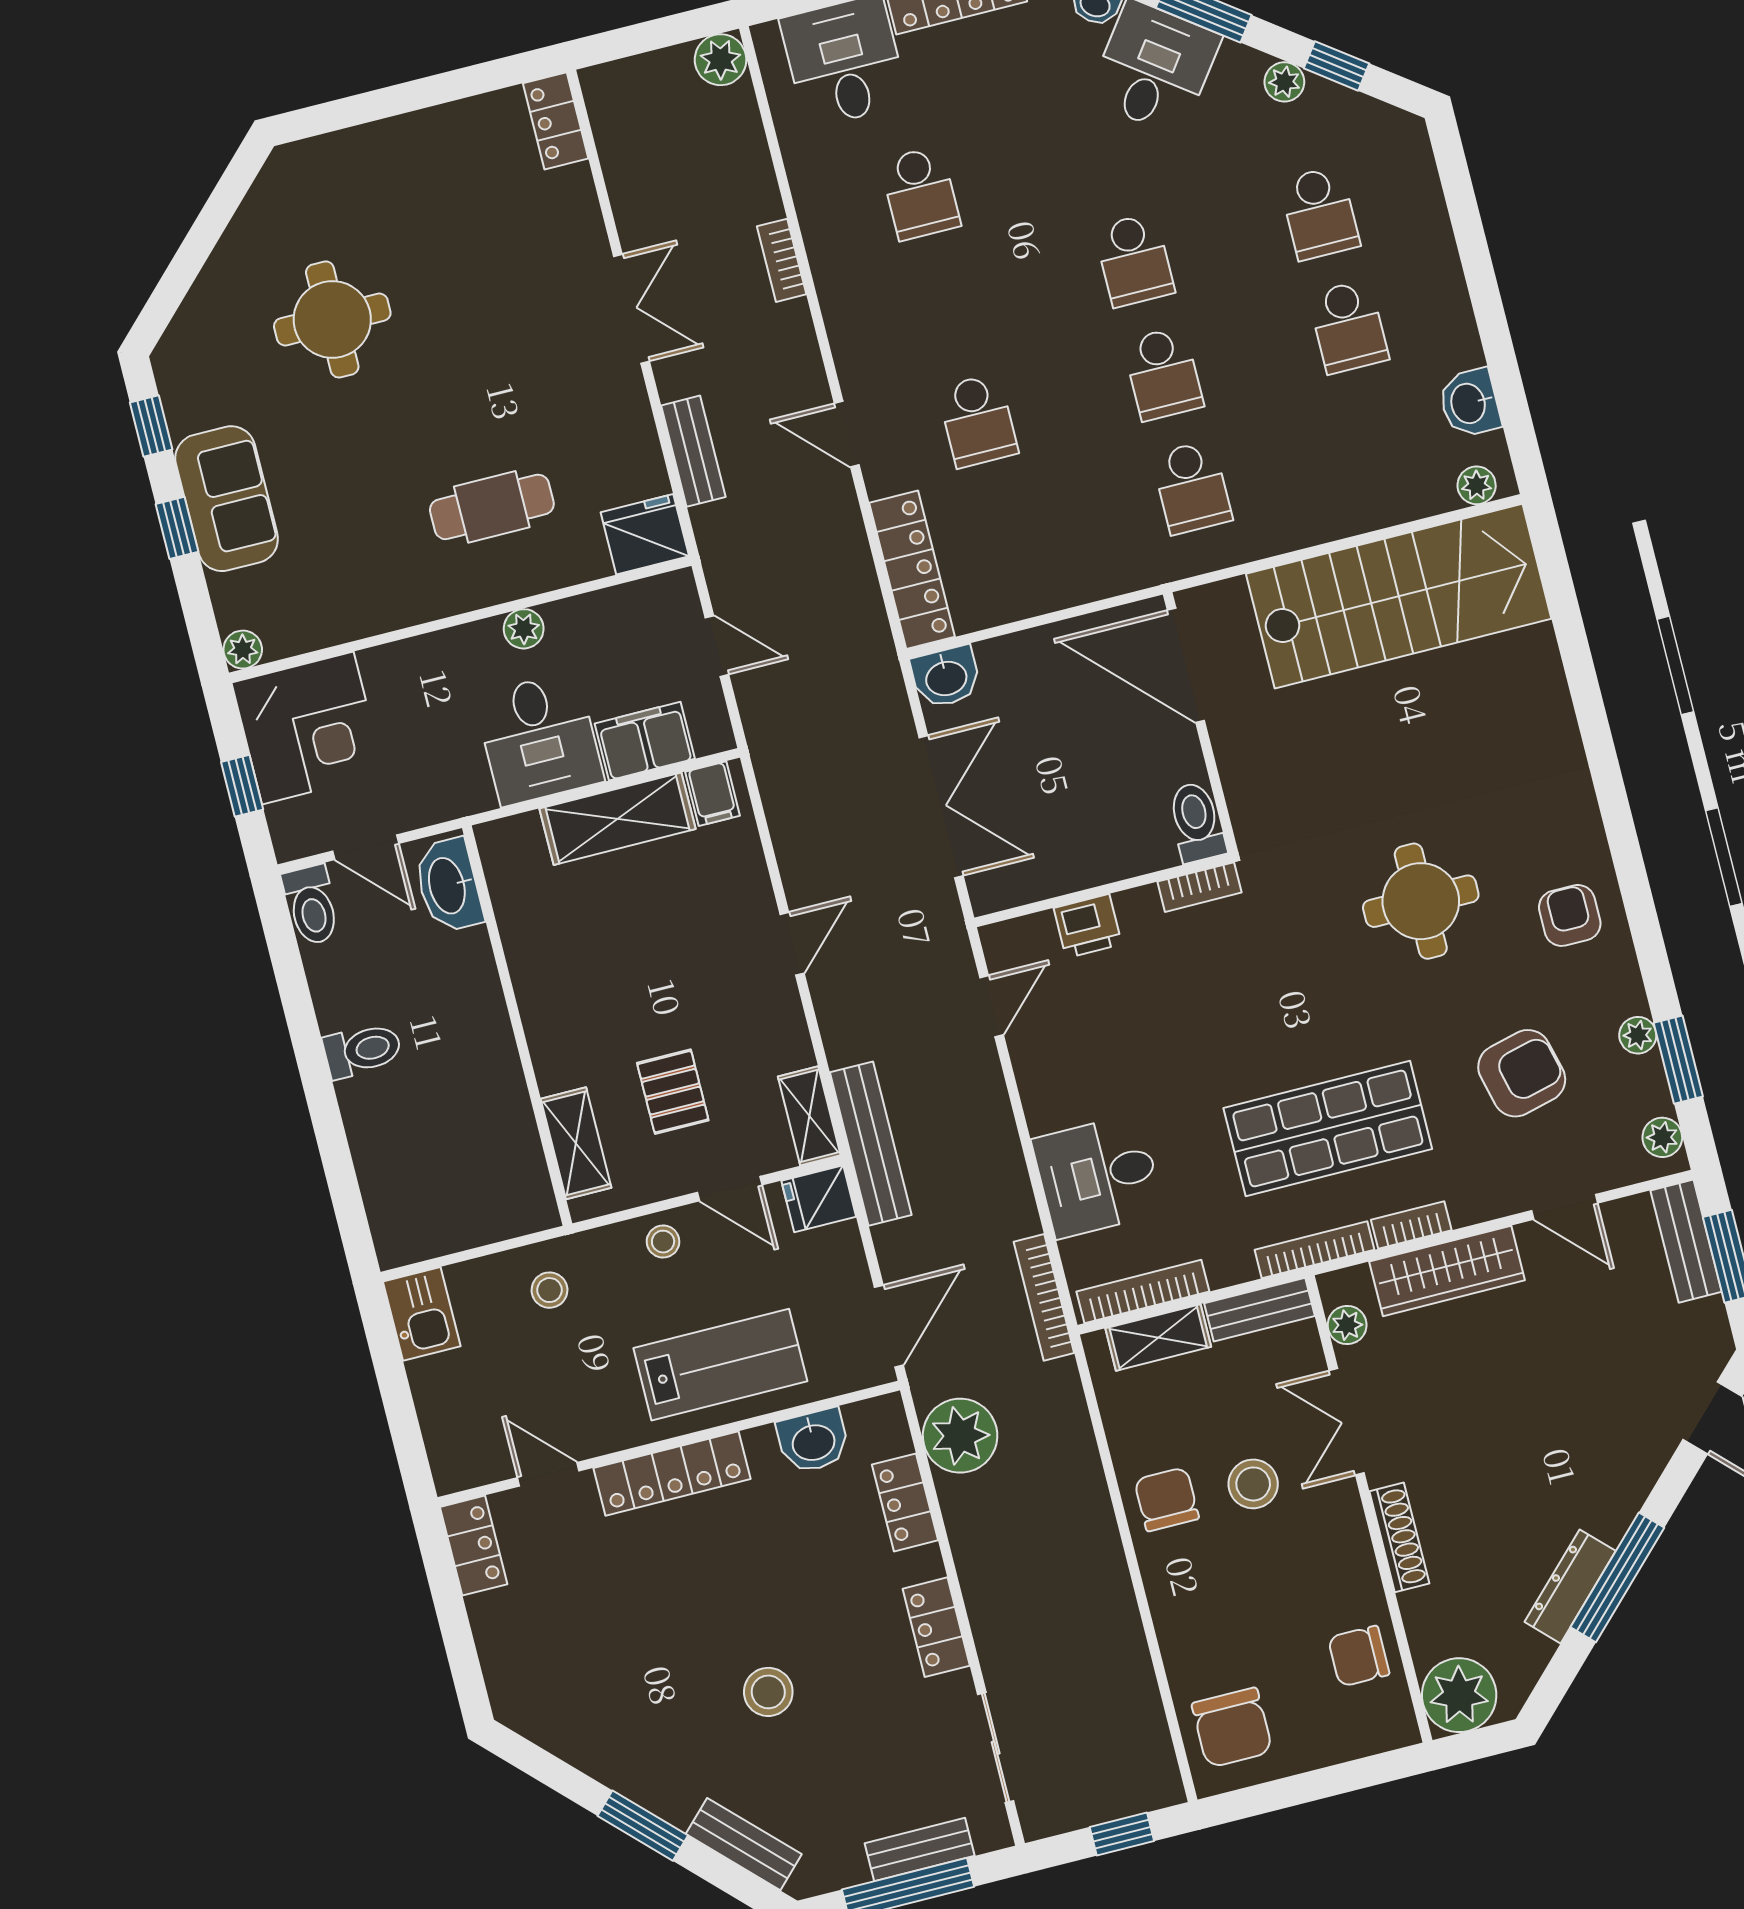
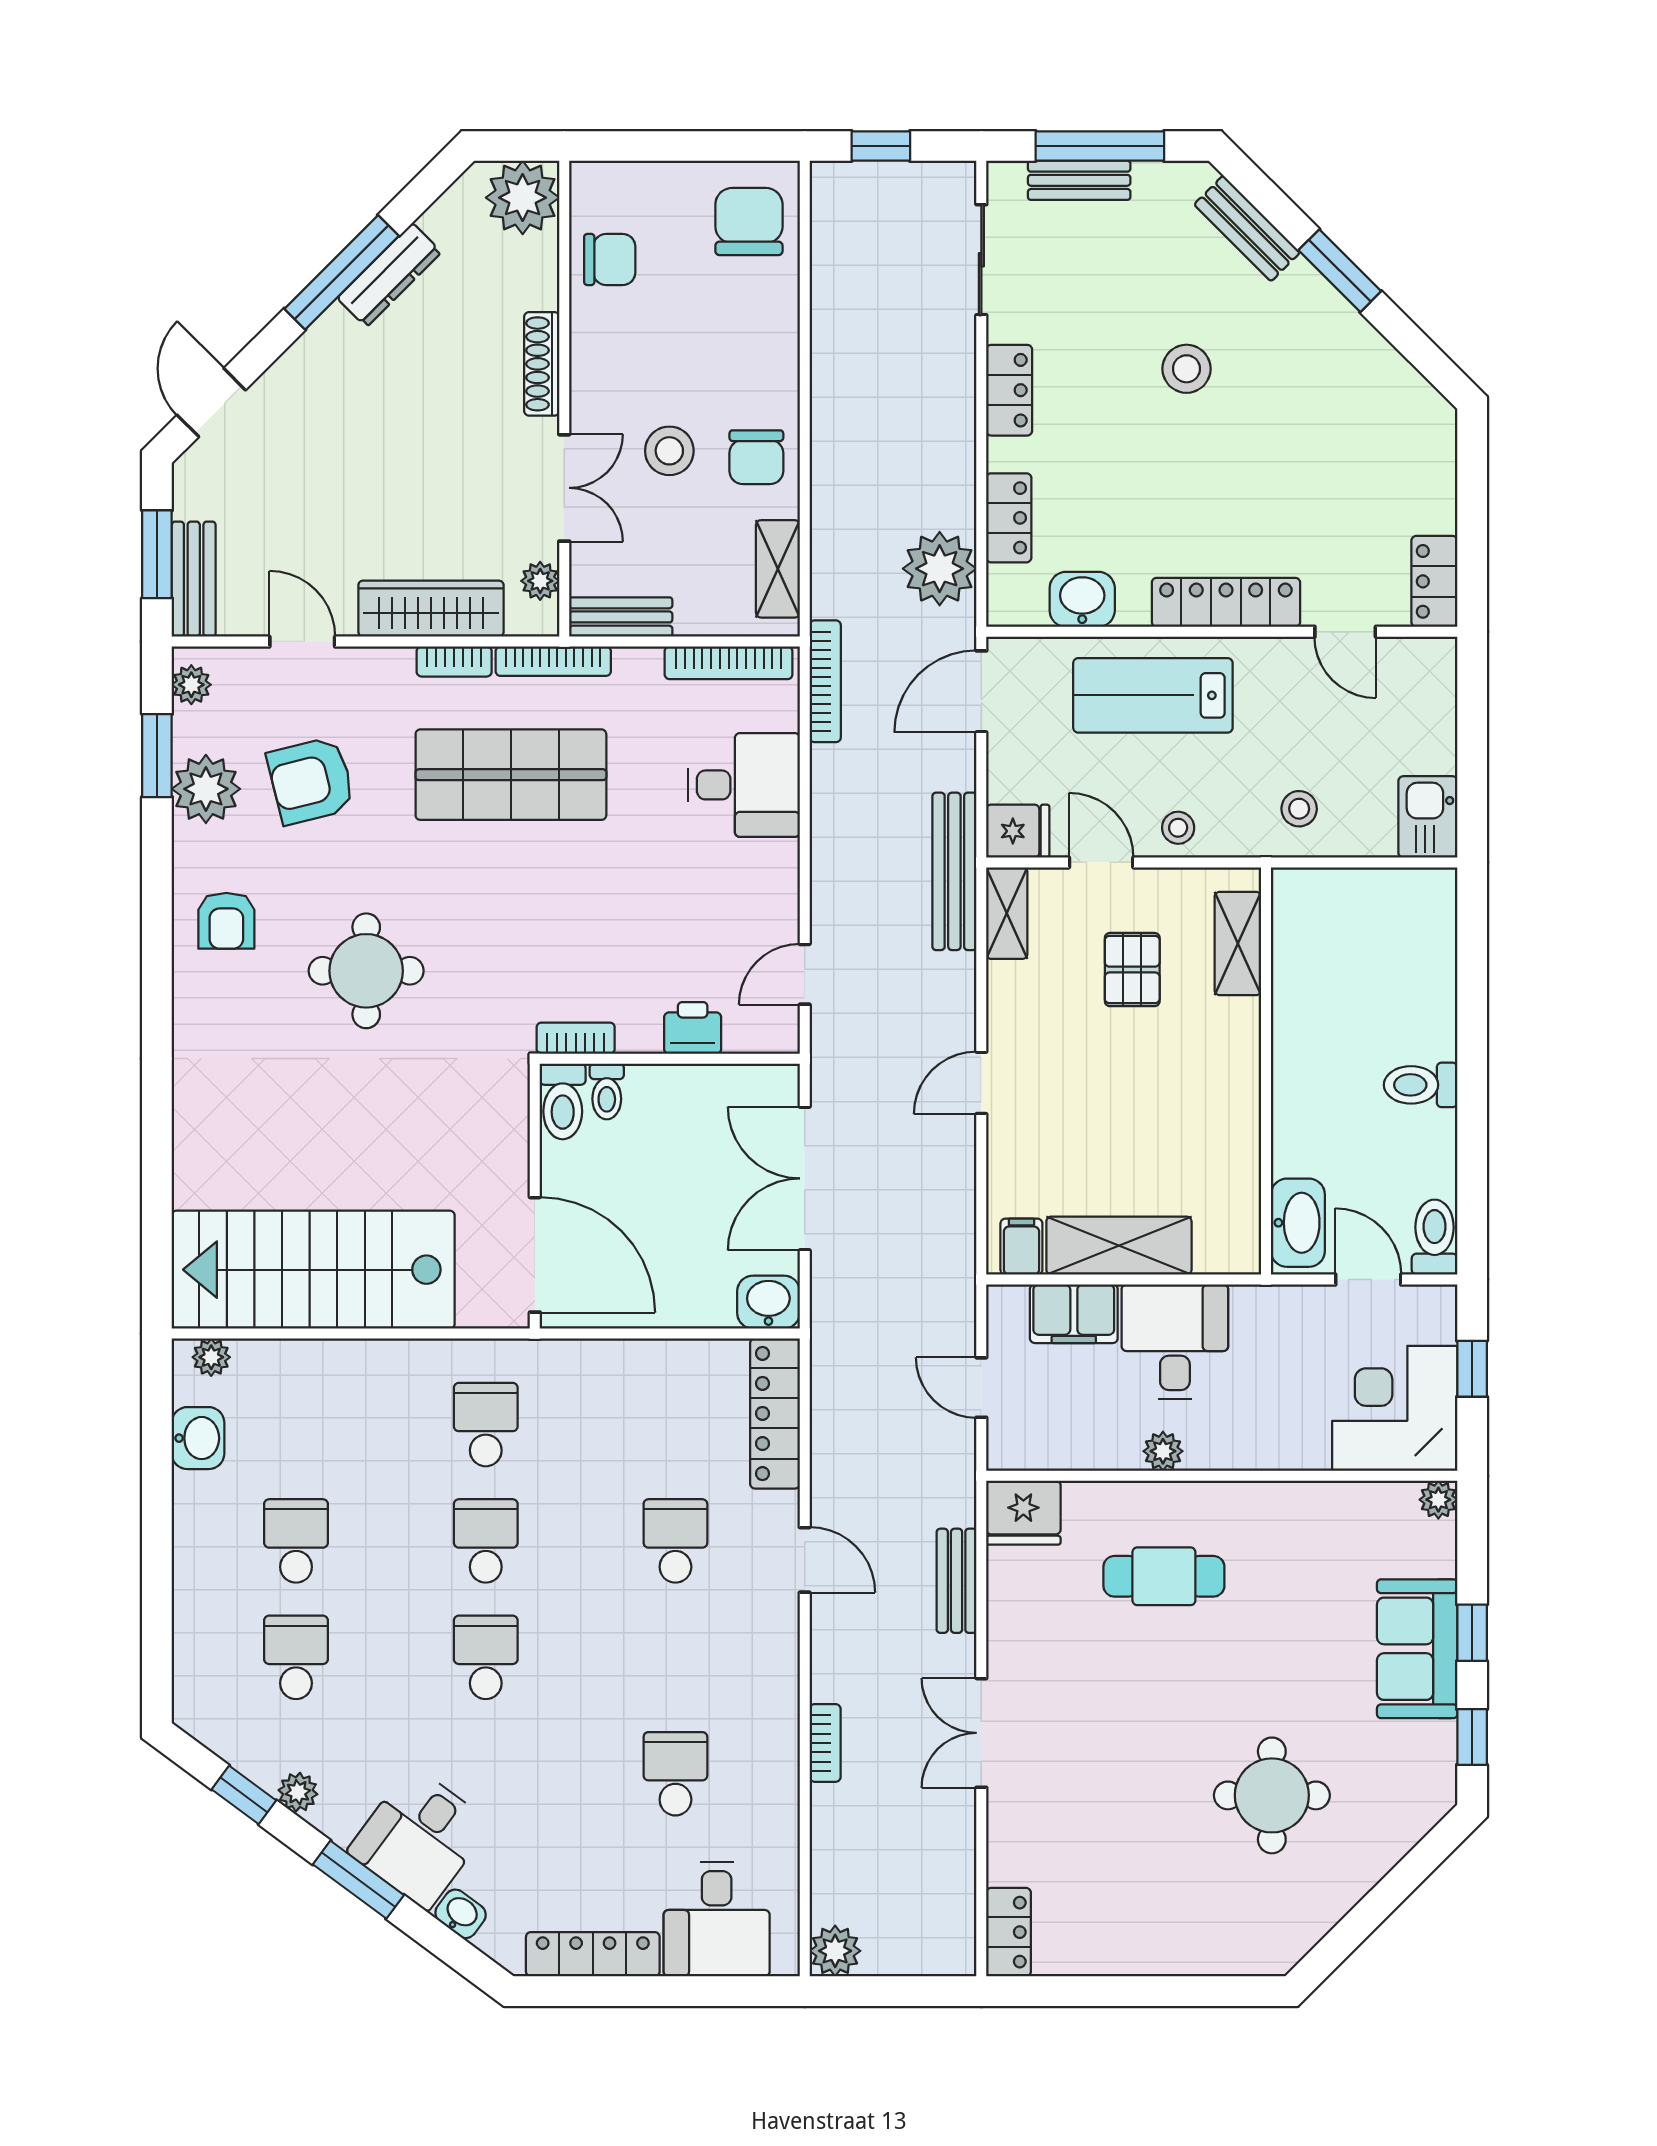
toilet: (1156, 843) -> (607, 1092), added
plant: (1638, 1035) -> (206, 789), width x1.87, depth x1.87
shelving: (1158, 1338) -> (778, 569), moved, turned 90

